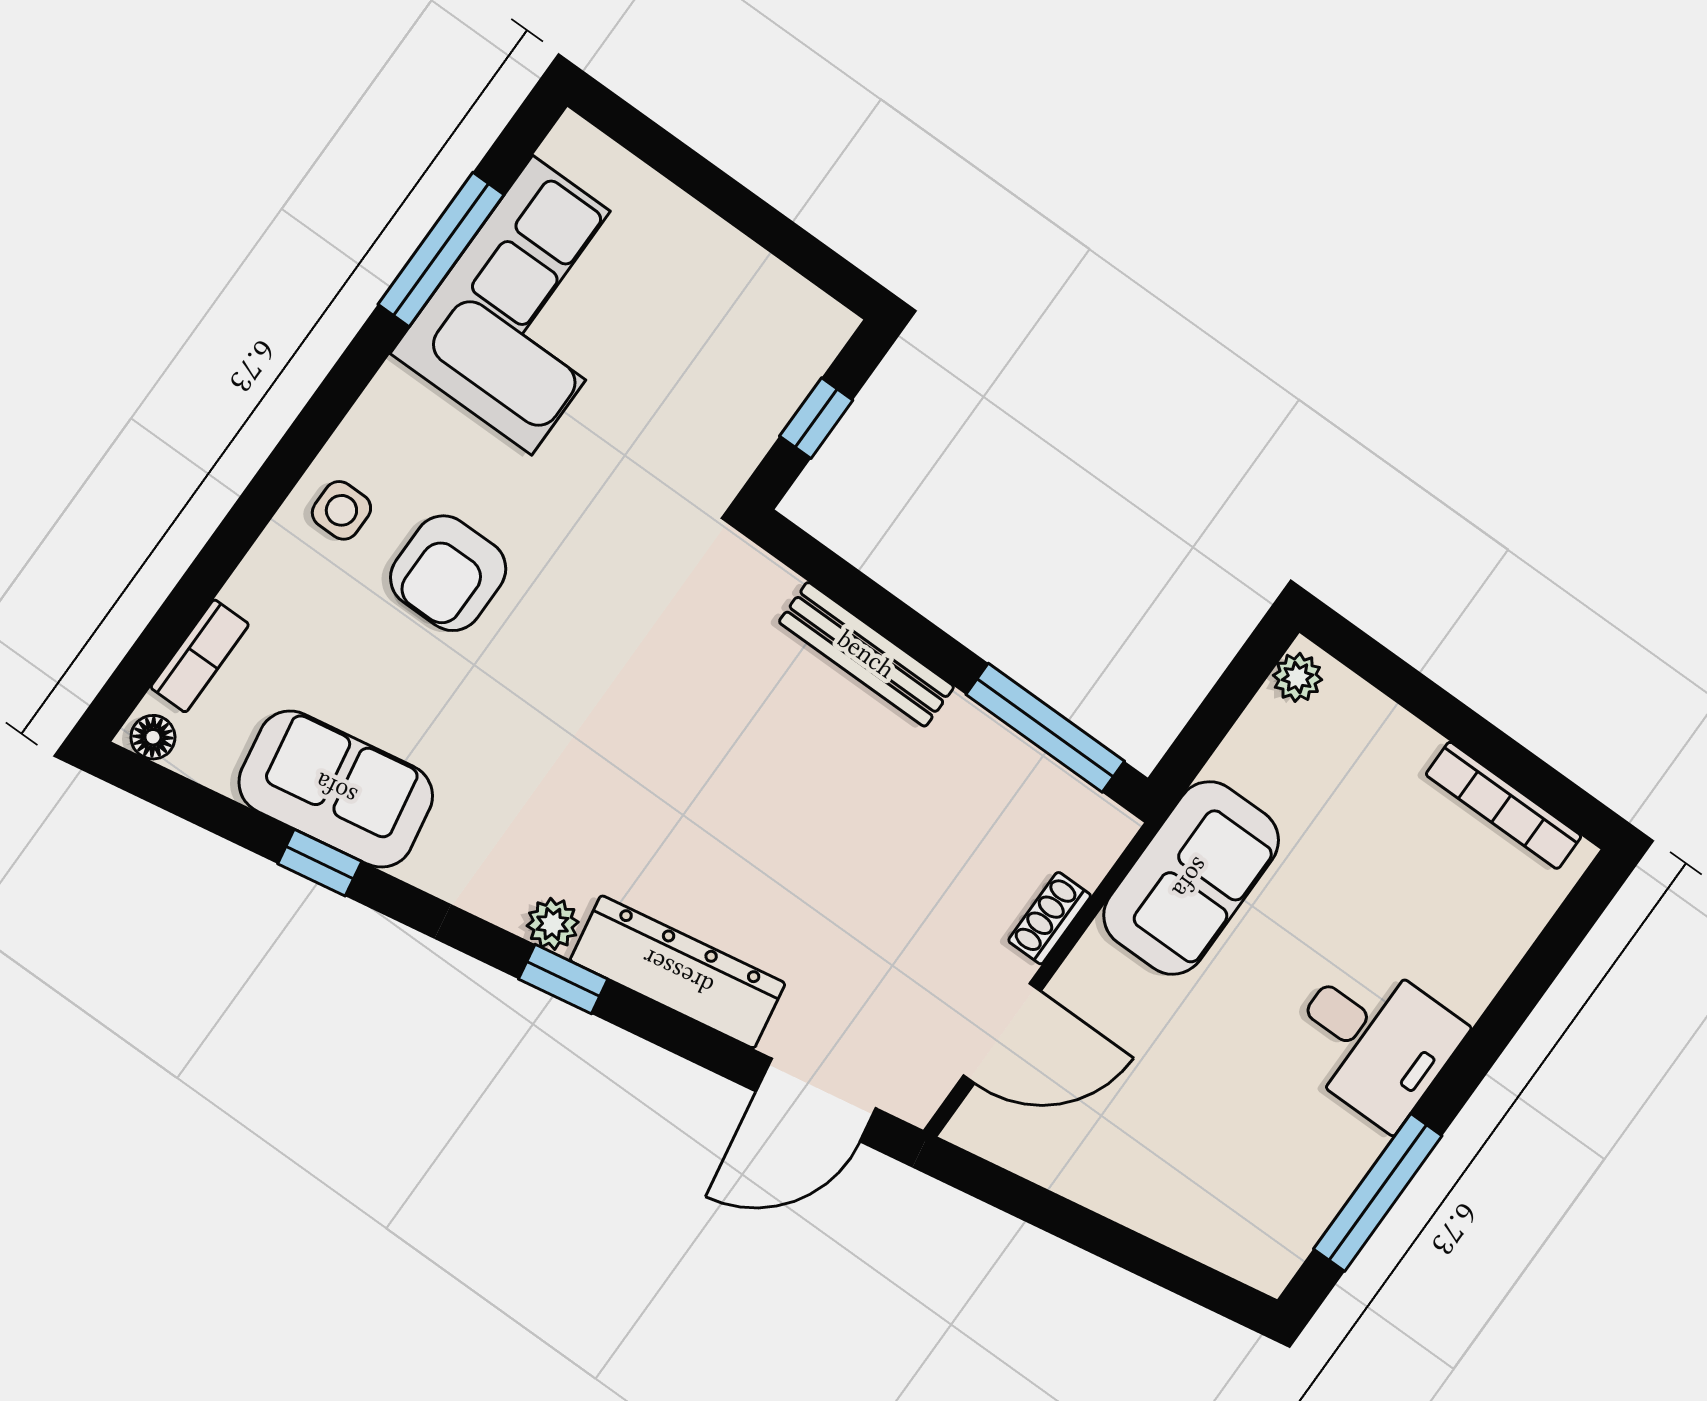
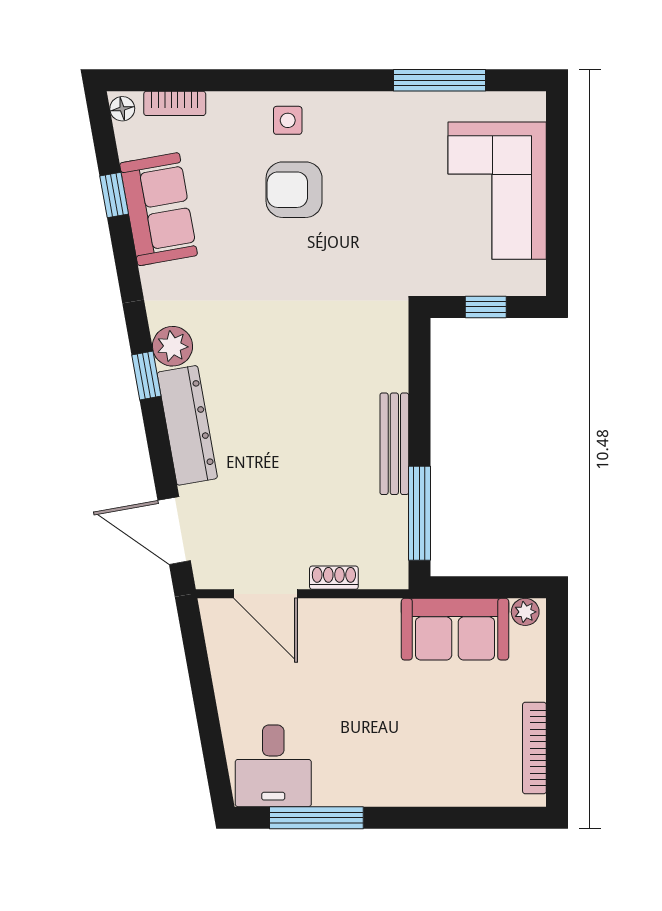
corner sofa: (532, 305) -> (497, 191), moved, turned 90
bench: (866, 654) -> (394, 444), moved
window: (320, 863) -> (114, 195), moved
sofa: (1191, 878) -> (455, 629), moved
plant: (553, 924) -> (172, 346), width x1.38, depth x1.38
desk: (1374, 1040) -> (273, 766), moved

